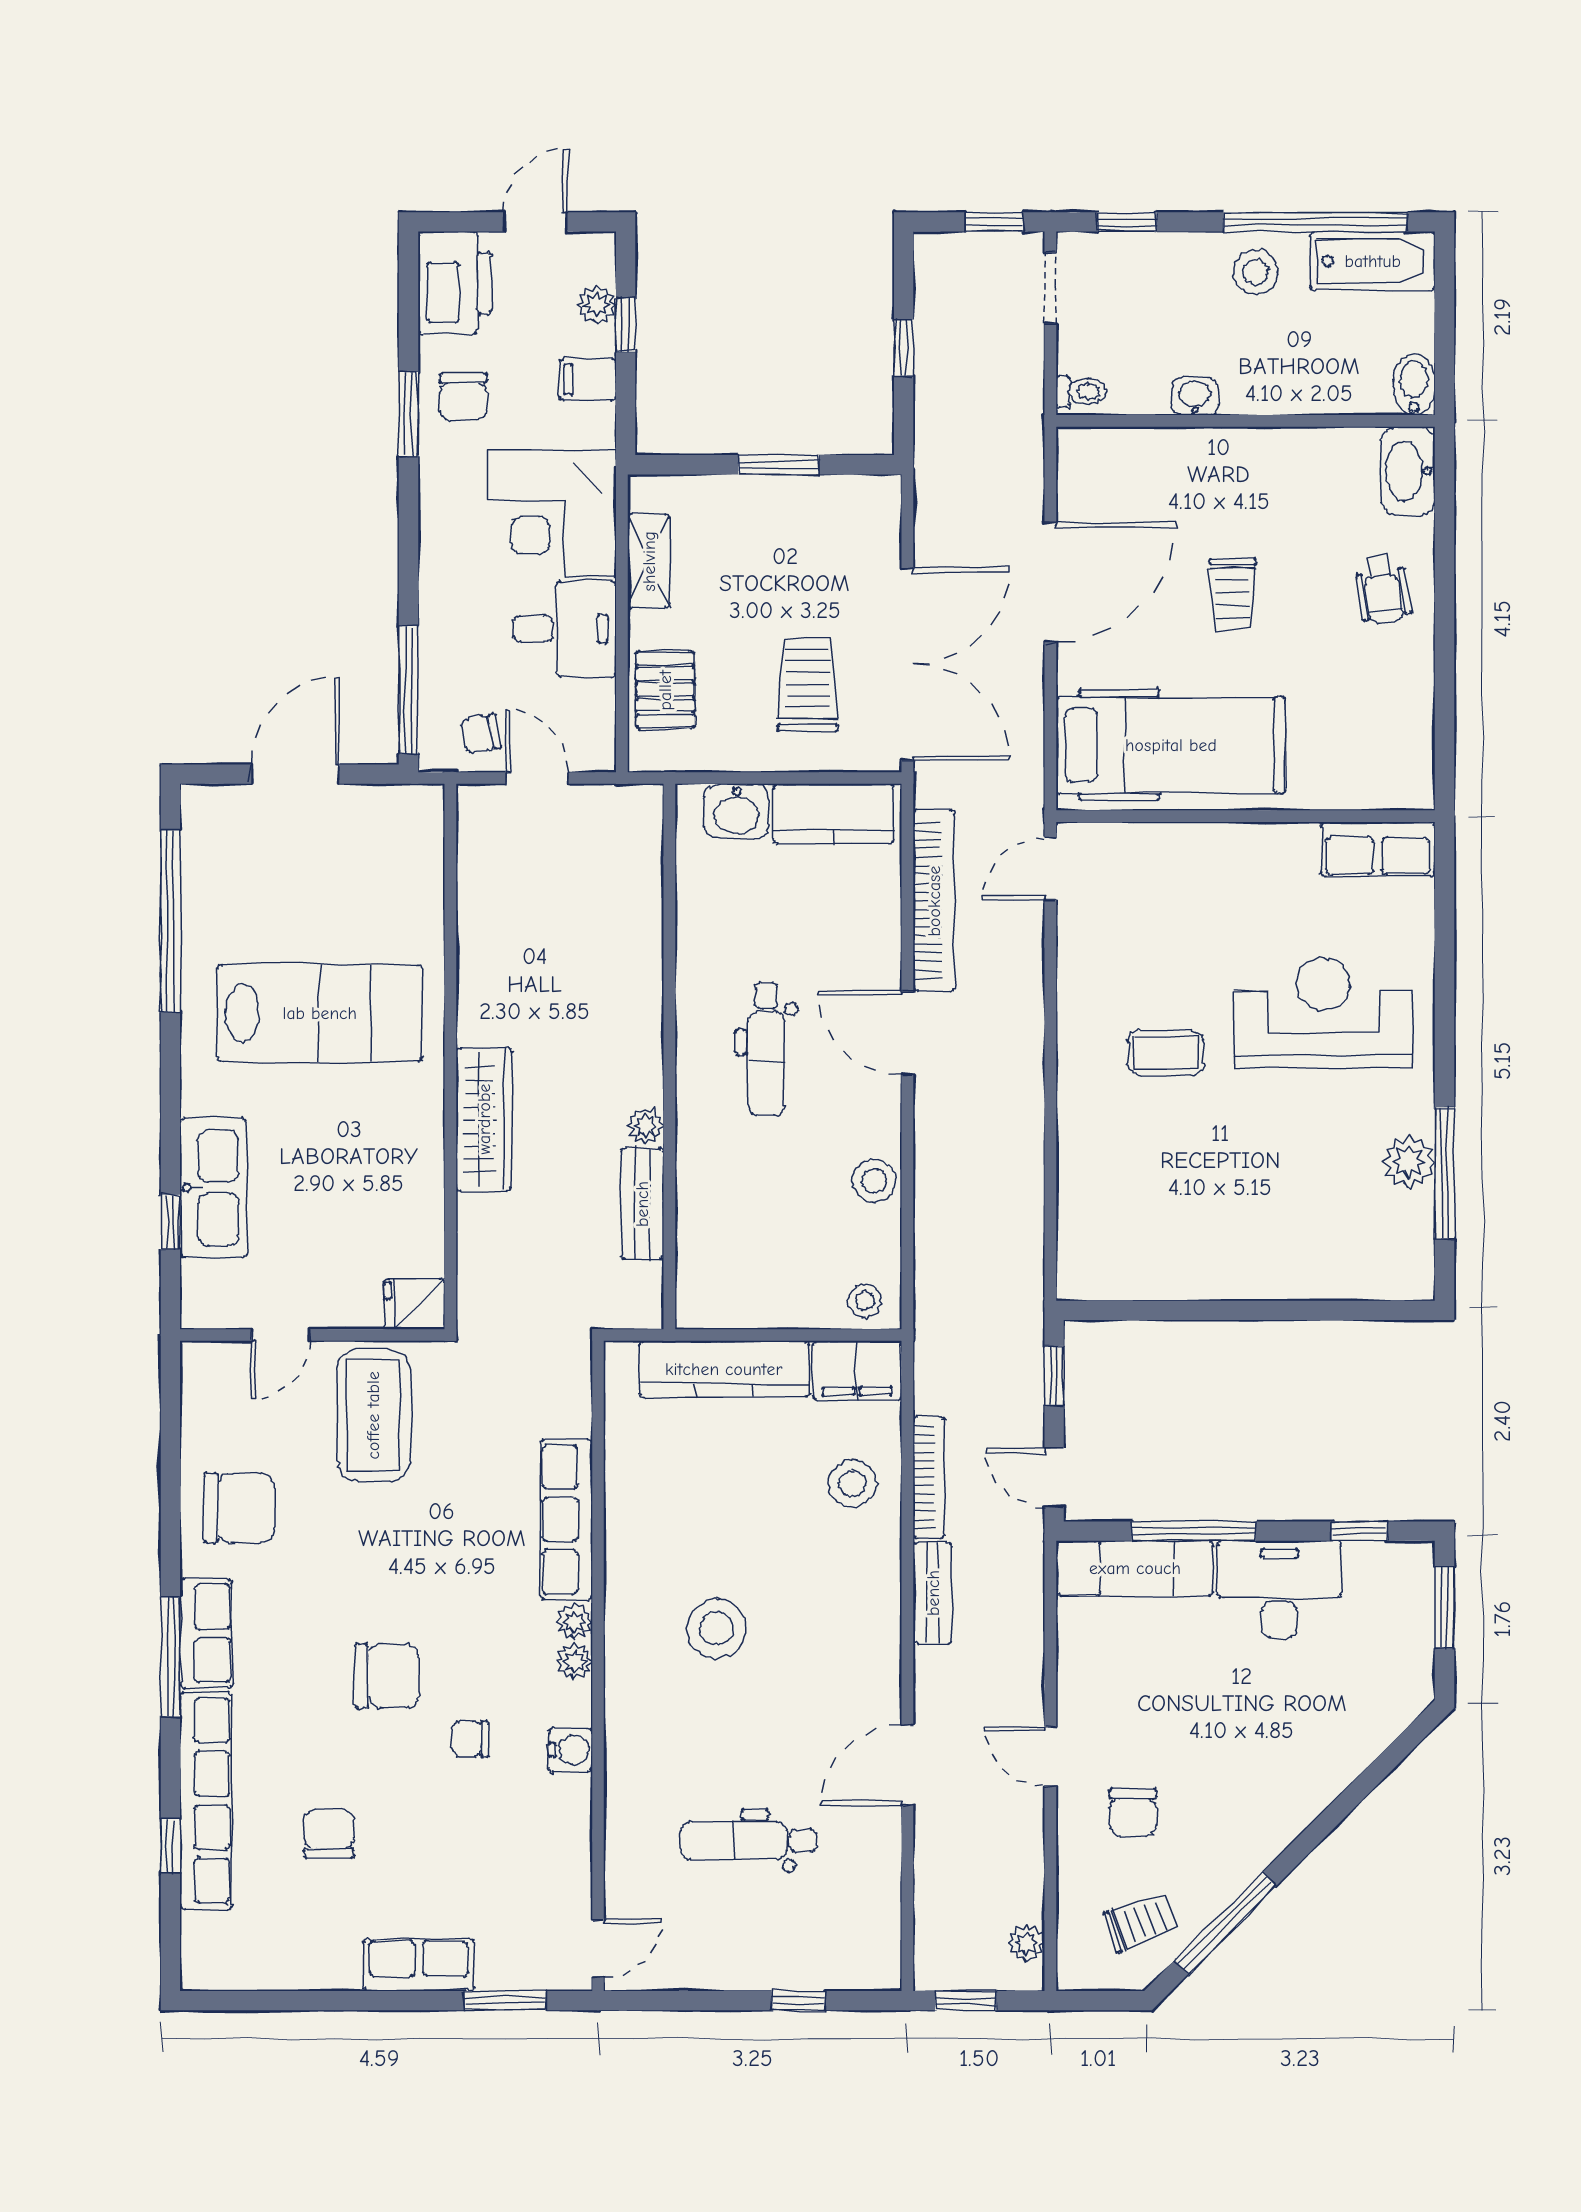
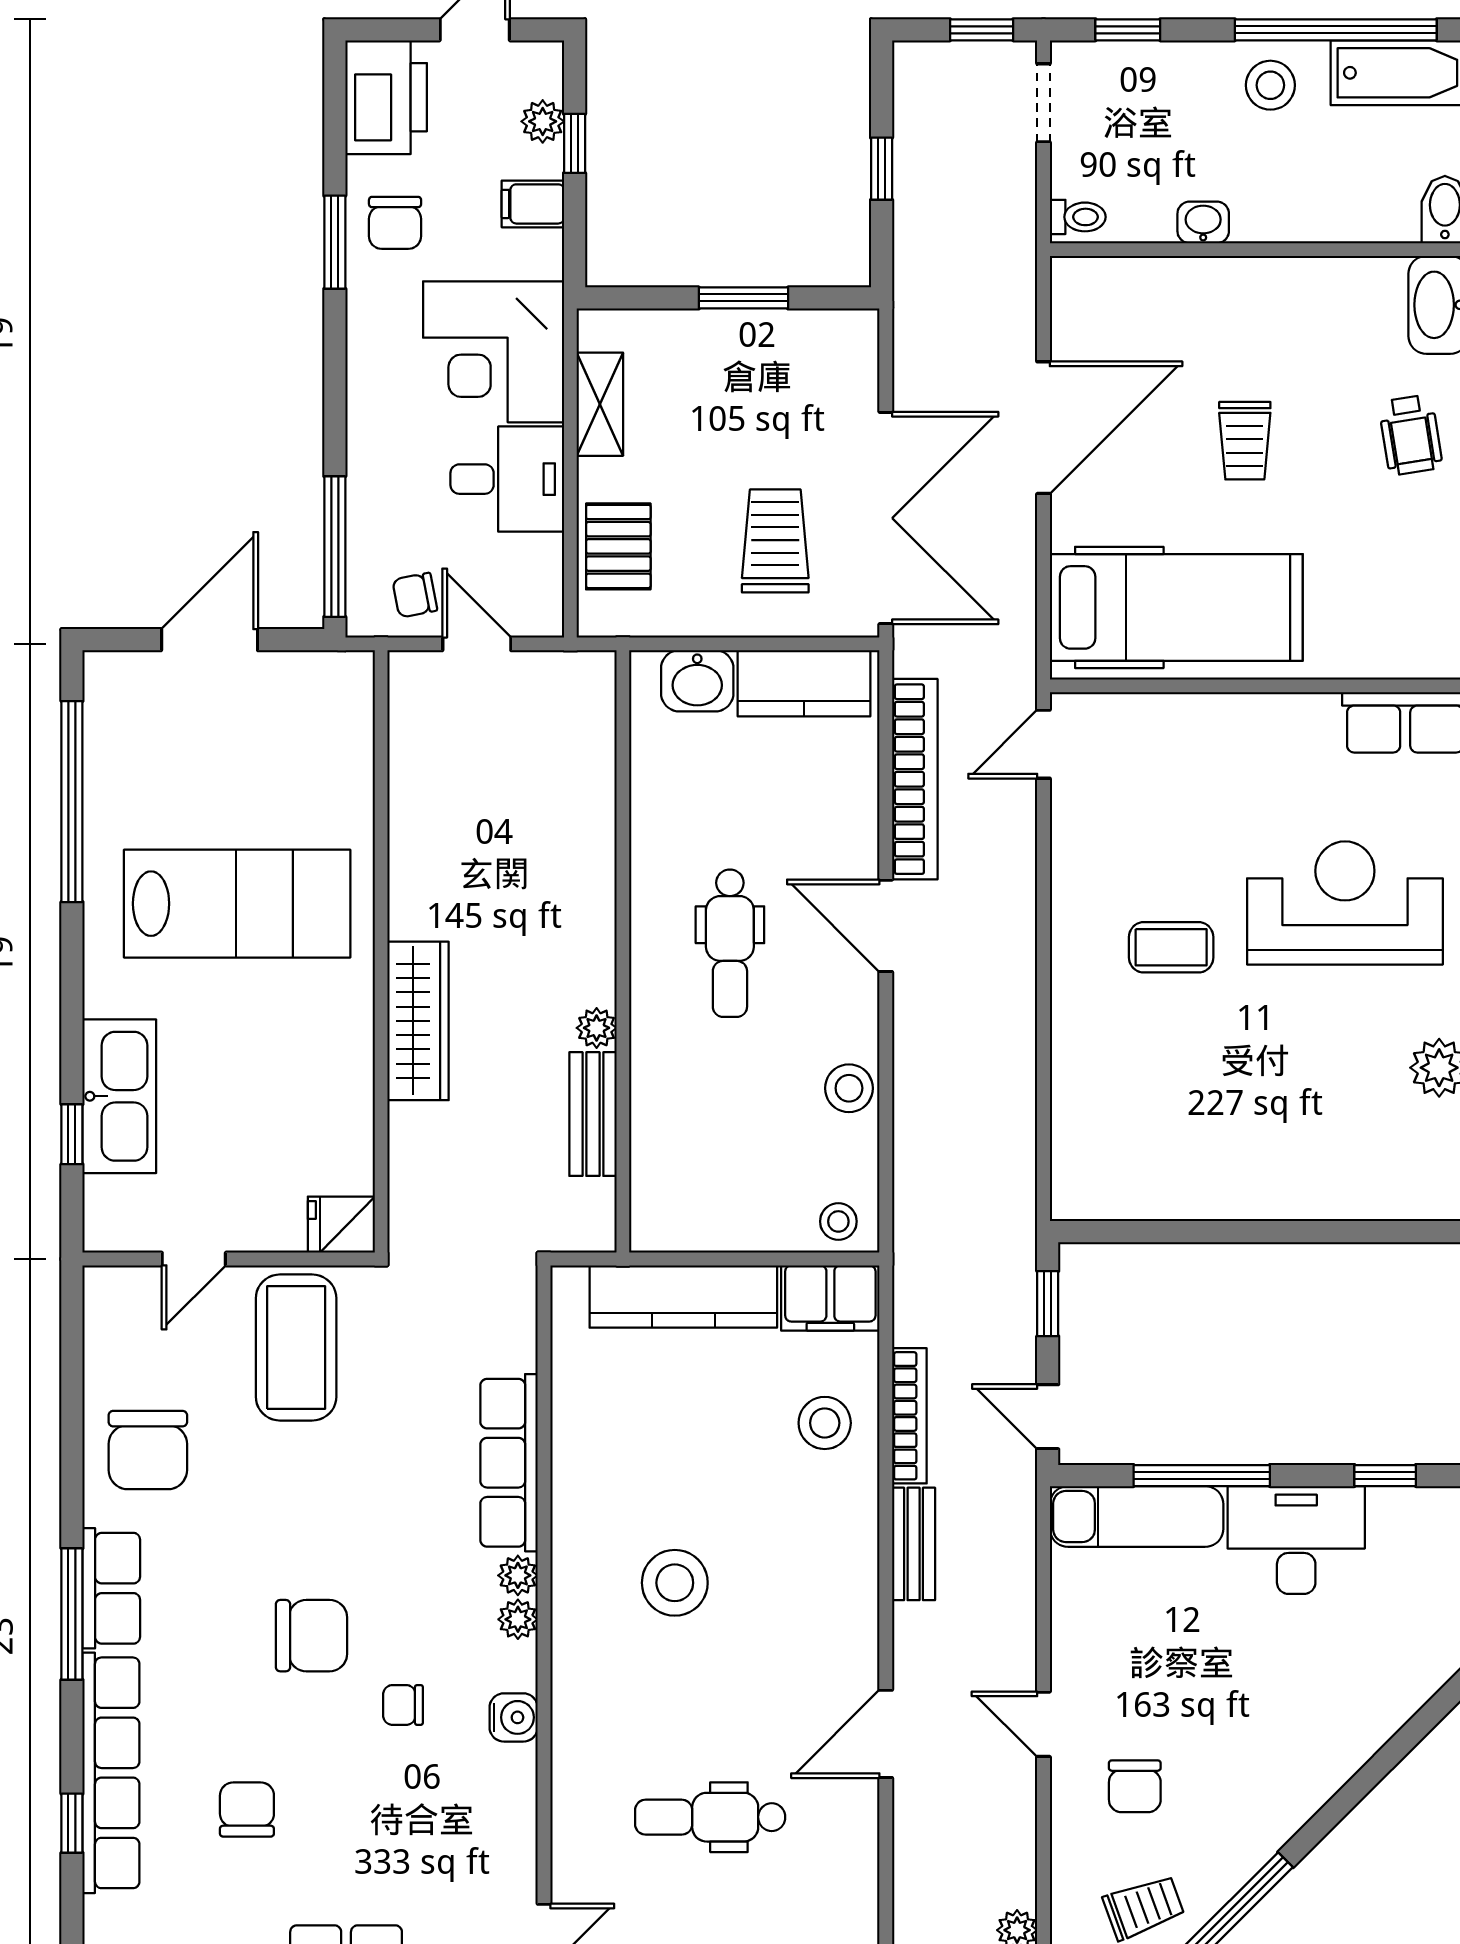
chair: (239, 1508) -> (148, 1450), turned 90

